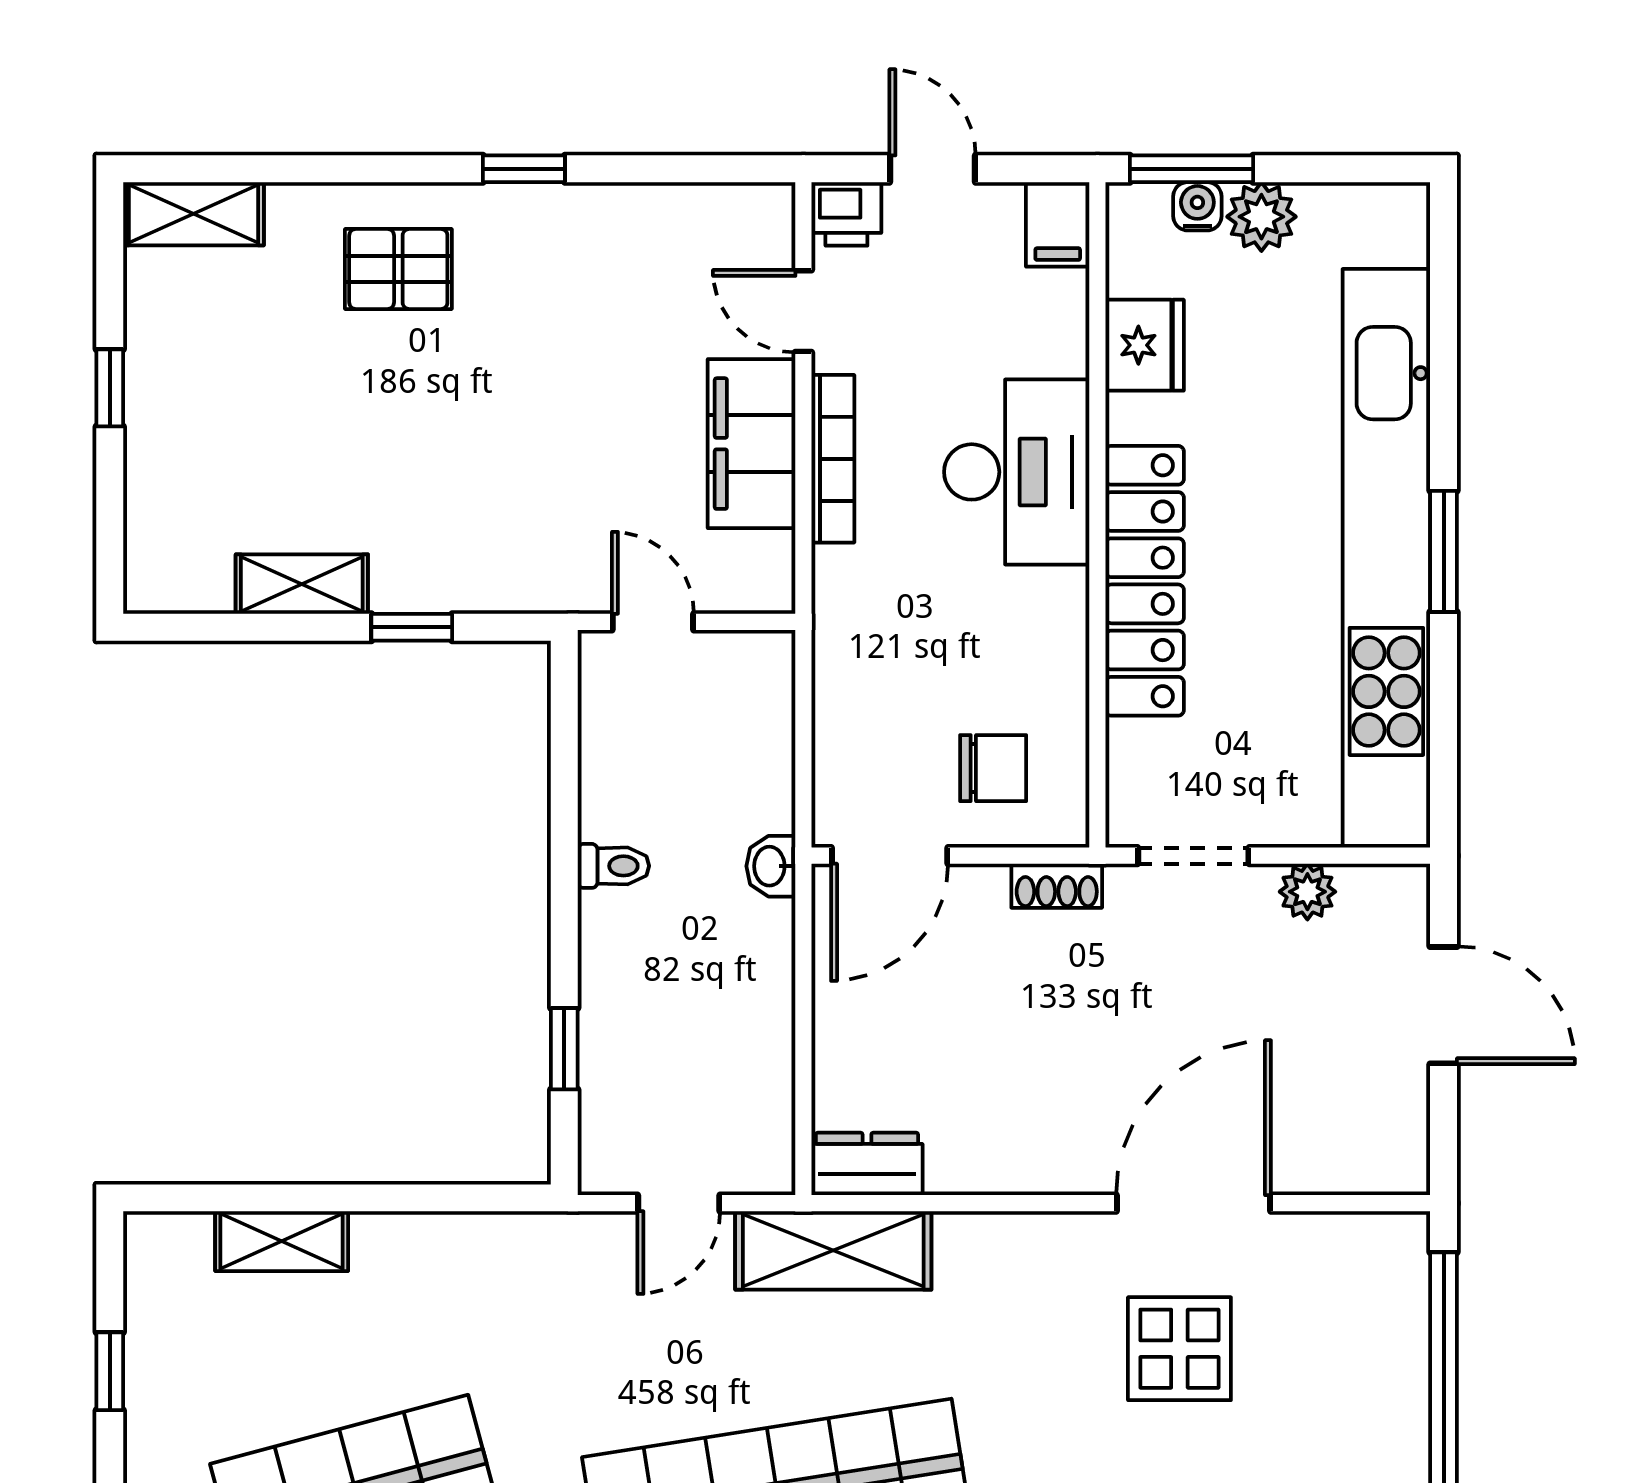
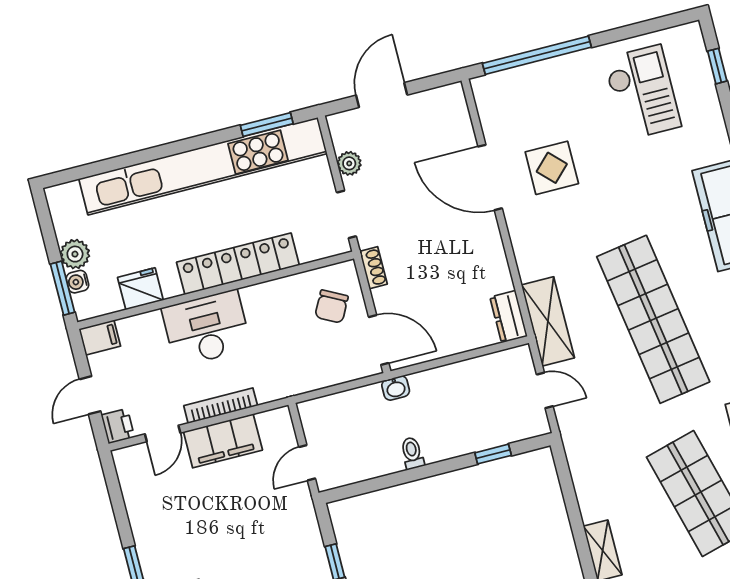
window: (1444, 551) -> (267, 125), moved
chair: (993, 768) -> (331, 306), turned -152

